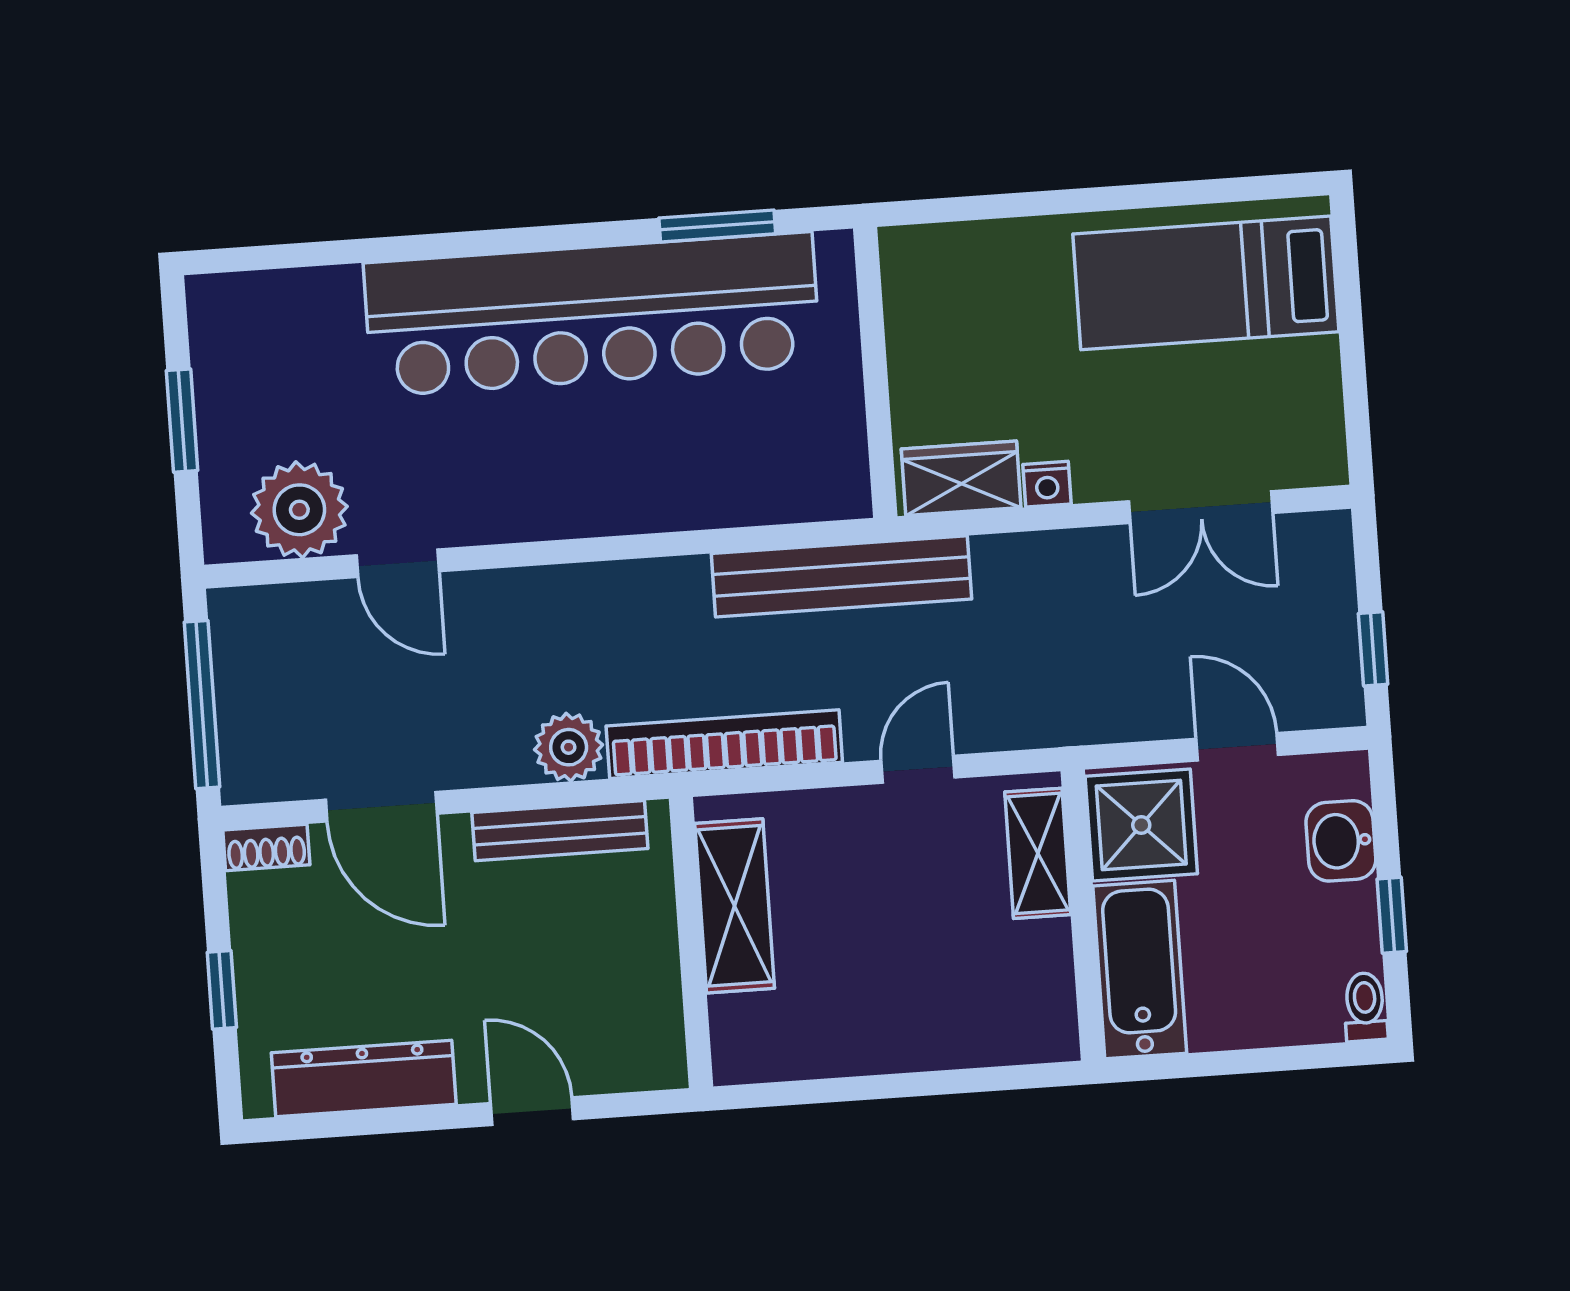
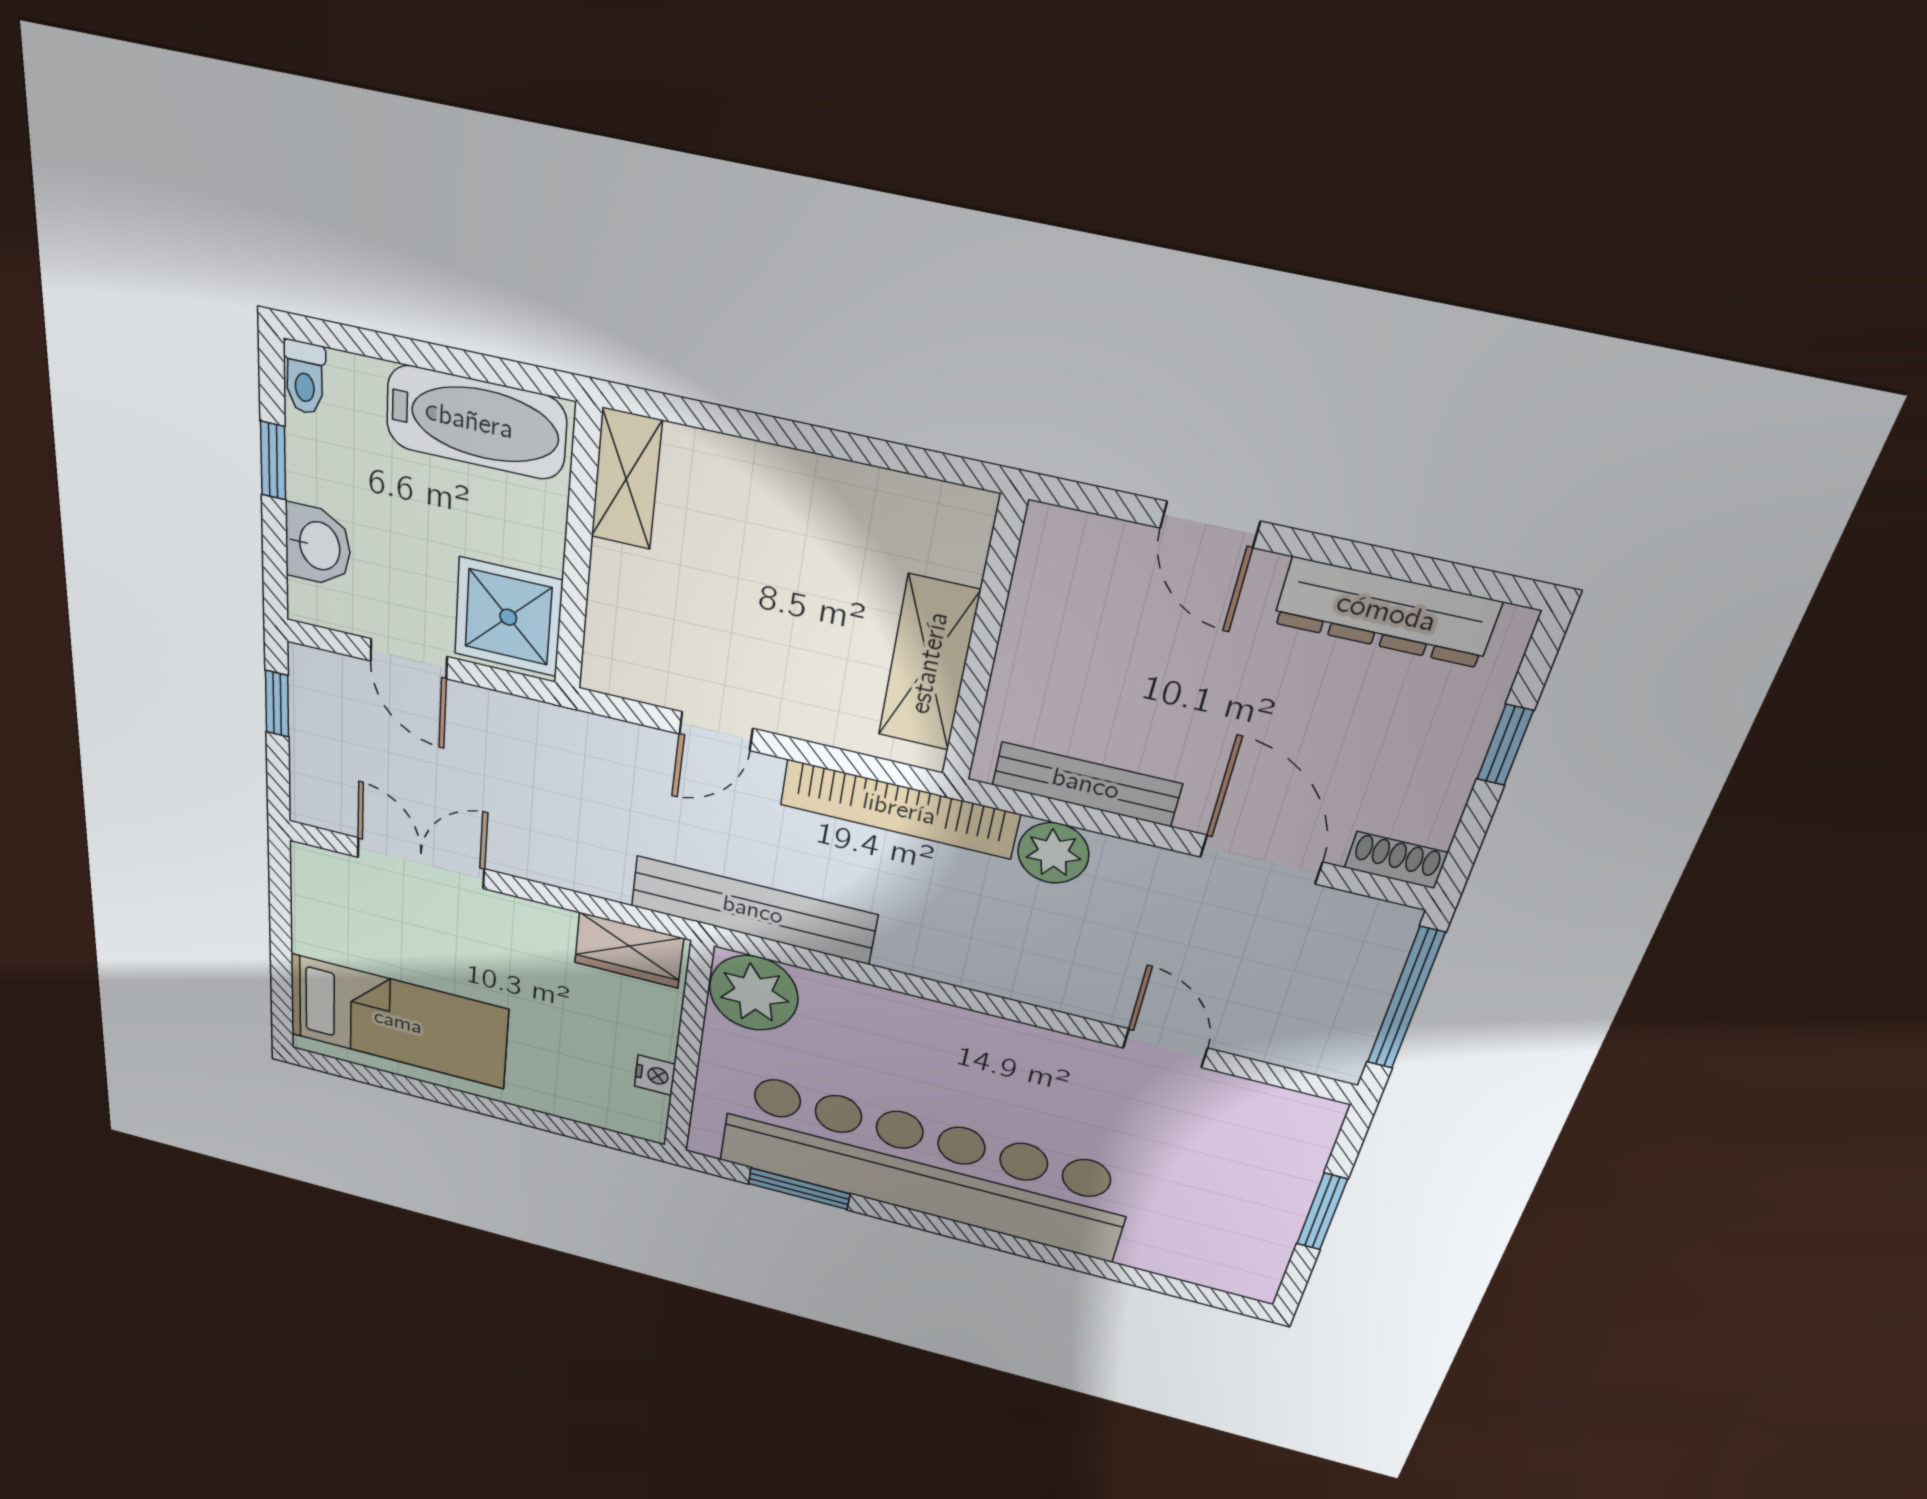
nightstand: (1047, 484) -> (655, 1075), moved, turned 90
plant: (299, 510) -> (754, 993), moved
shelving: (1038, 853) -> (626, 479), moved
bathtub: (1140, 970) -> (476, 422), moved, turned -90

